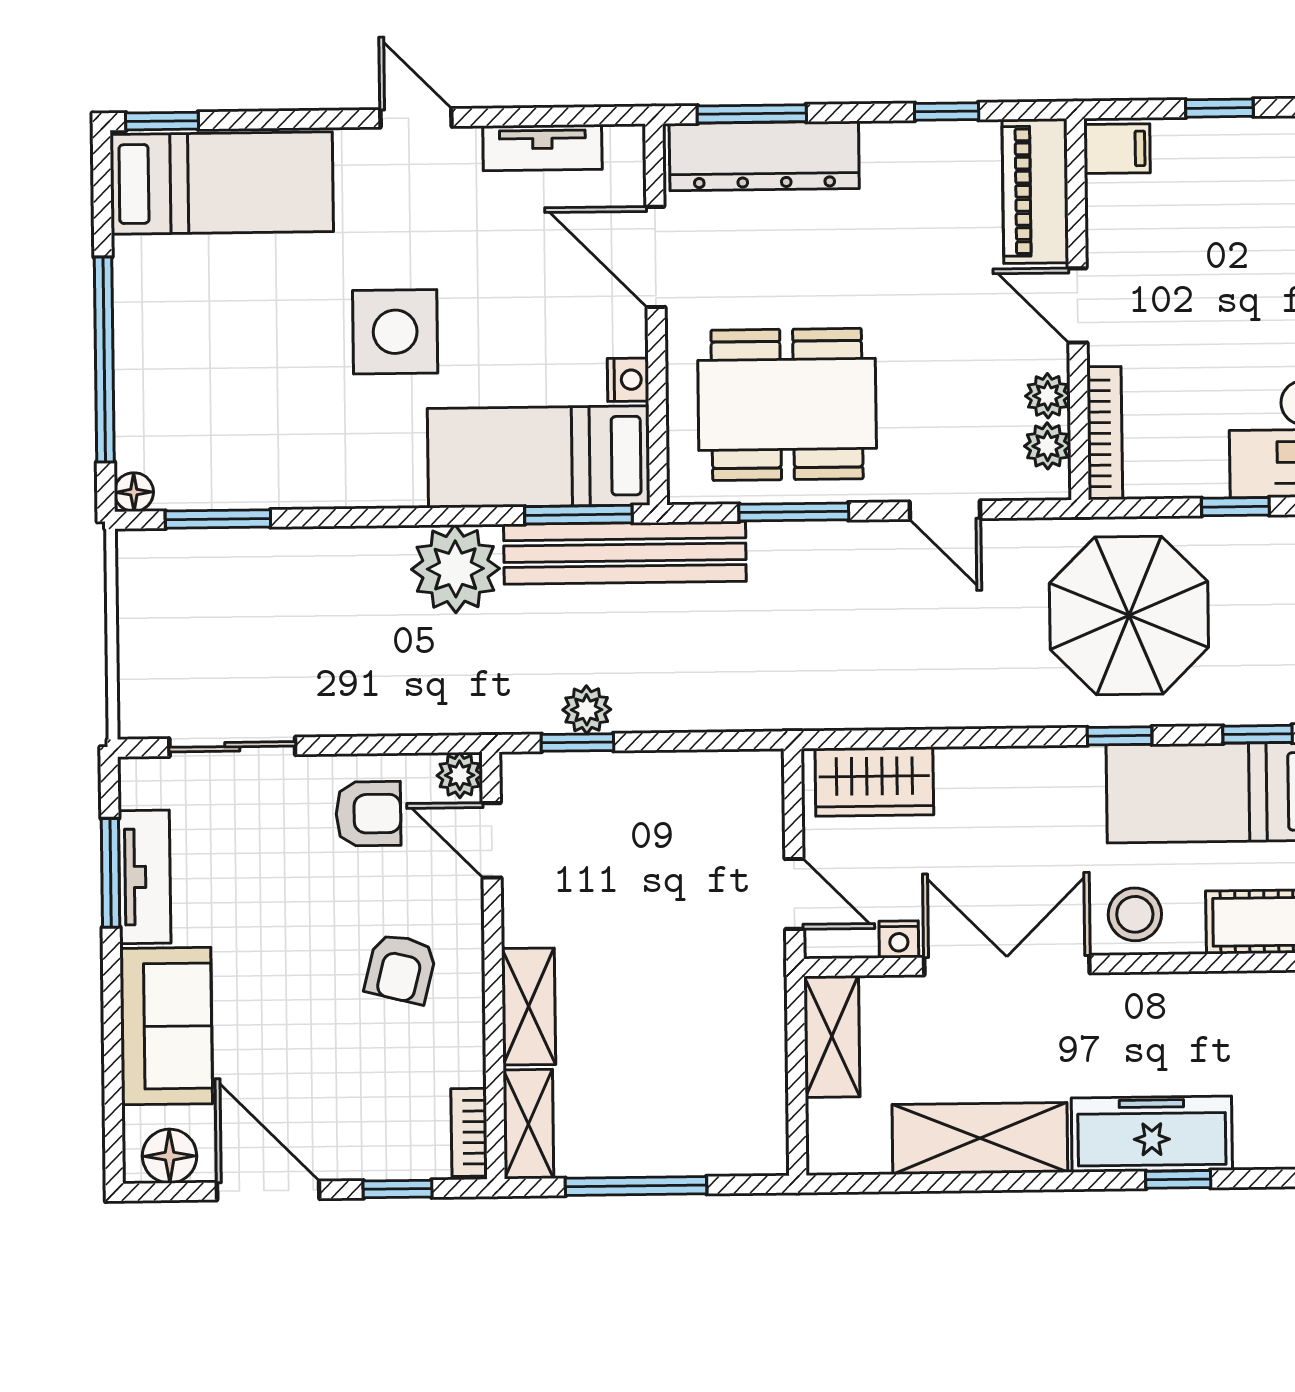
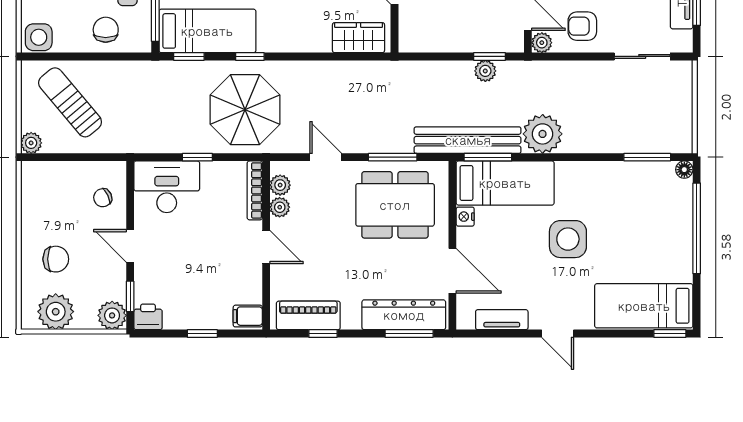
piano: (1035, 191) -> (308, 315), moved, turned -90

